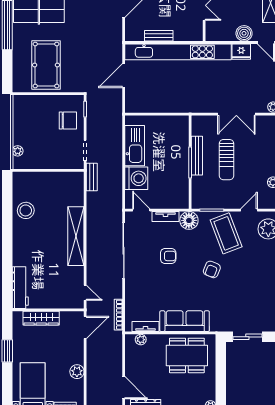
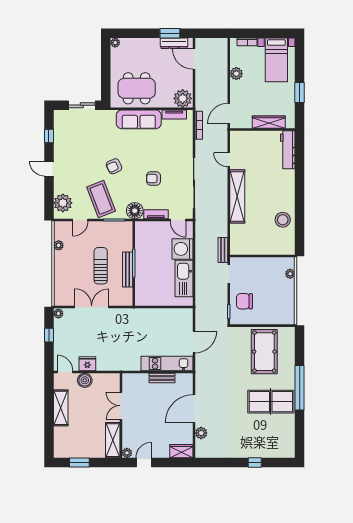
kitchen unit: (178, 52) -> (167, 364), width x0.54
armchair: (212, 269) -> (114, 166), turned -137
door: (85, 293) -> (229, 160), moved
plant: (141, 340) -> (183, 98), width x1.88, depth x1.88

